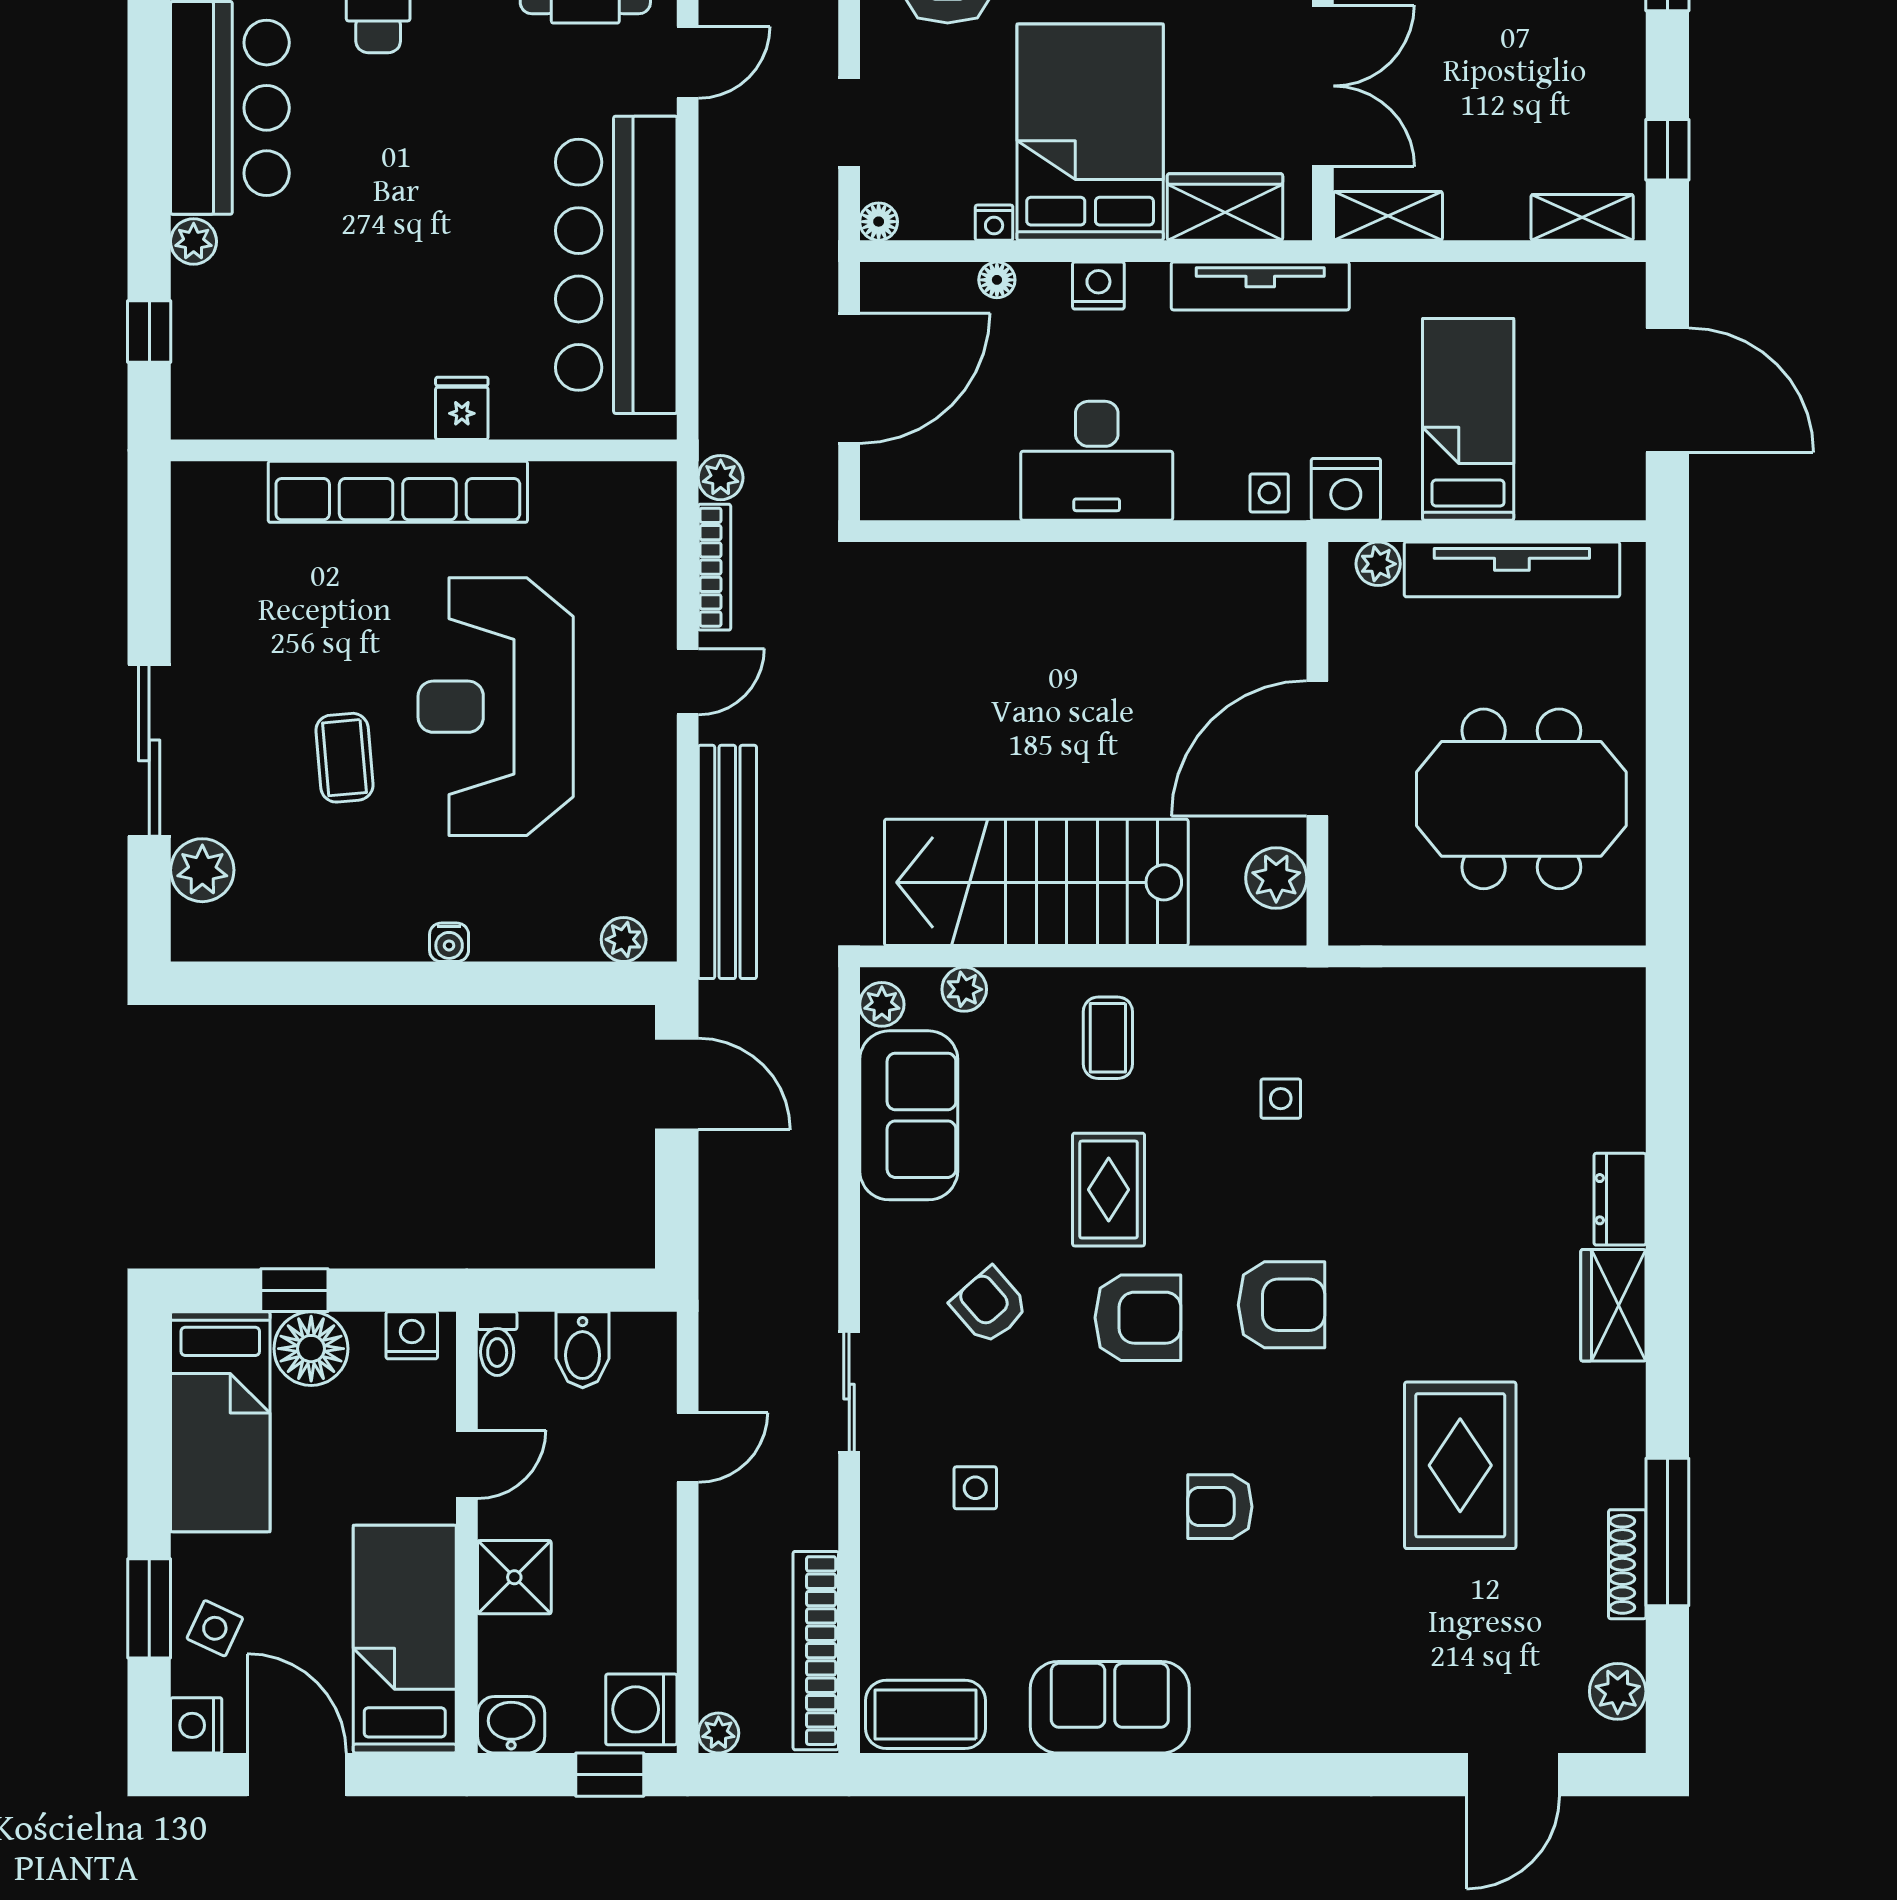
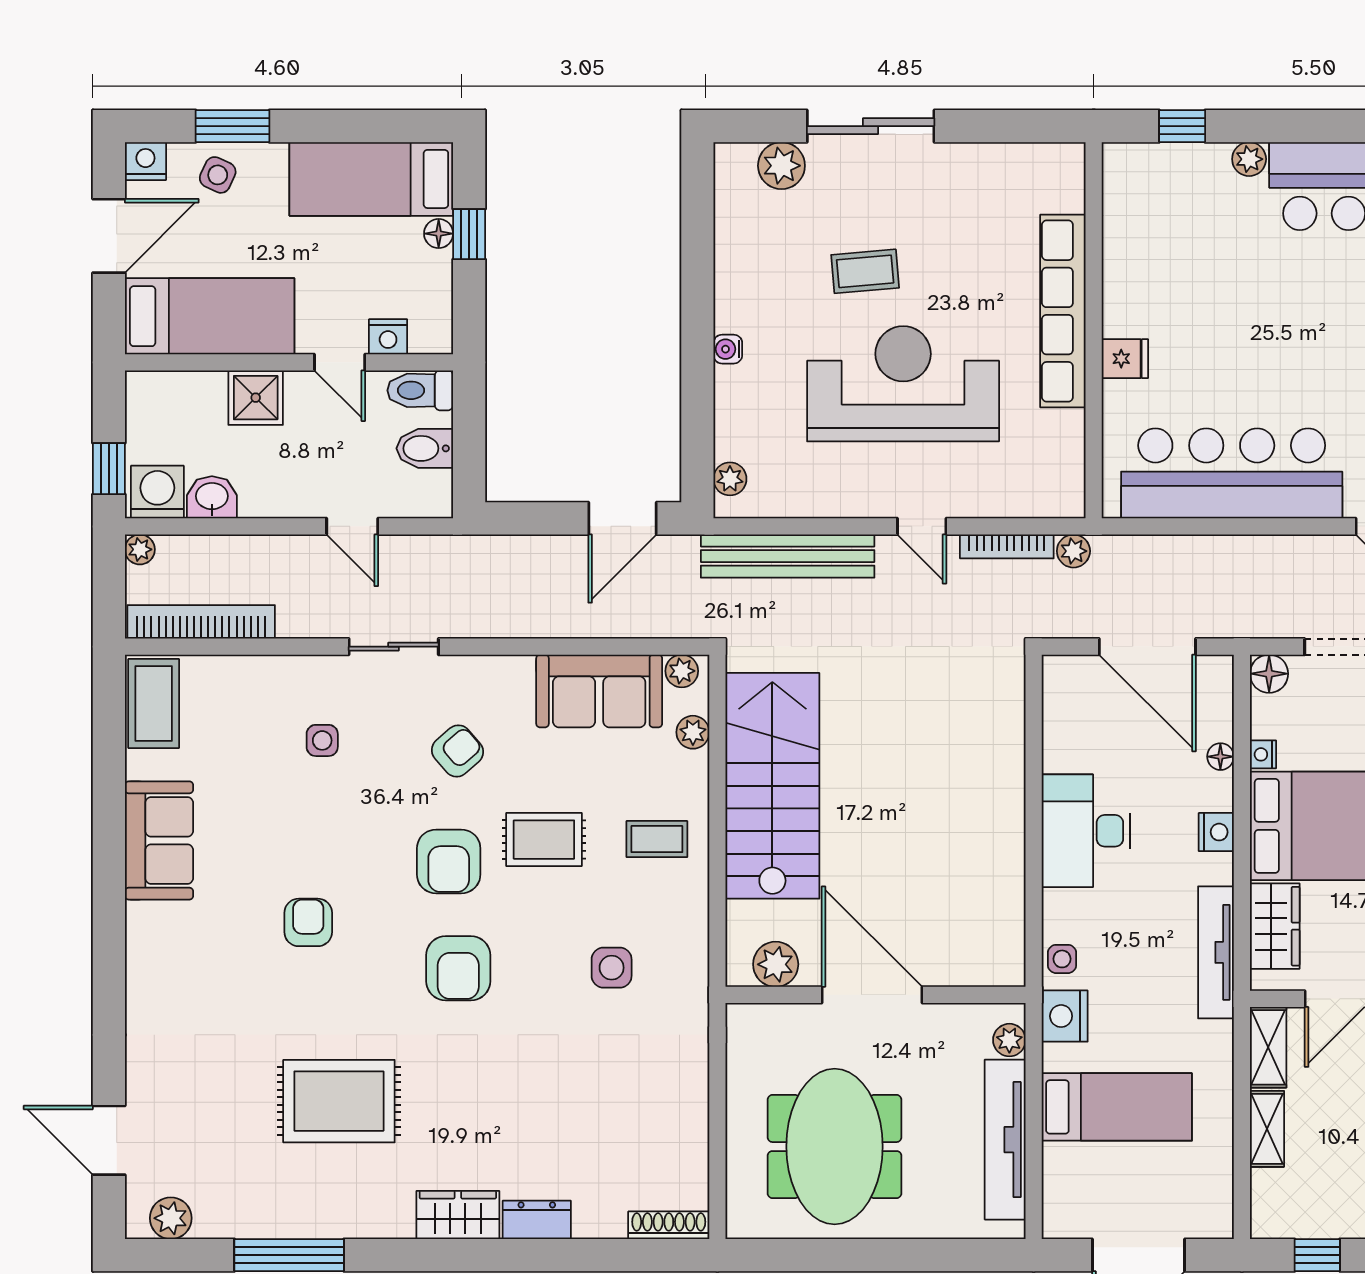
shelving: (1582, 217) -> (1267, 1129), moved
floor lamp: (879, 222) -> (1269, 674), width x1.37, depth x1.37
side table: (1281, 1099) -> (612, 968), width x1.37, depth x1.37
nightstand: (412, 1335) -> (388, 337), moved, turned 90
toilet: (497, 1344) -> (420, 390), width x1.37, depth x1.39
floor lamp: (311, 1349) -> (439, 234), width x0.53, depth x0.53
shoe rack: (1627, 1564) -> (669, 1225), moved
washbasin: (511, 1725) -> (212, 497), moved, turned -90

